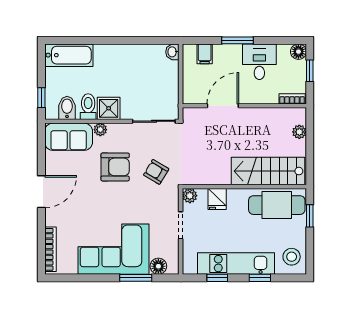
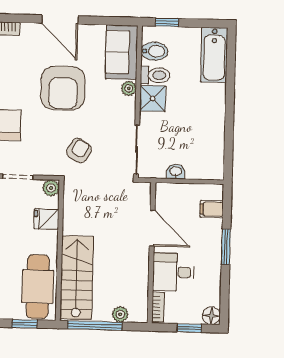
washbasin: (172, 52) -> (176, 172), moved
desk: (259, 62) -> (173, 272), moved, turned 180
window: (310, 154) -> (95, 326), added
armchair: (115, 167) -> (63, 88), moved, width x1.36, depth x1.36

